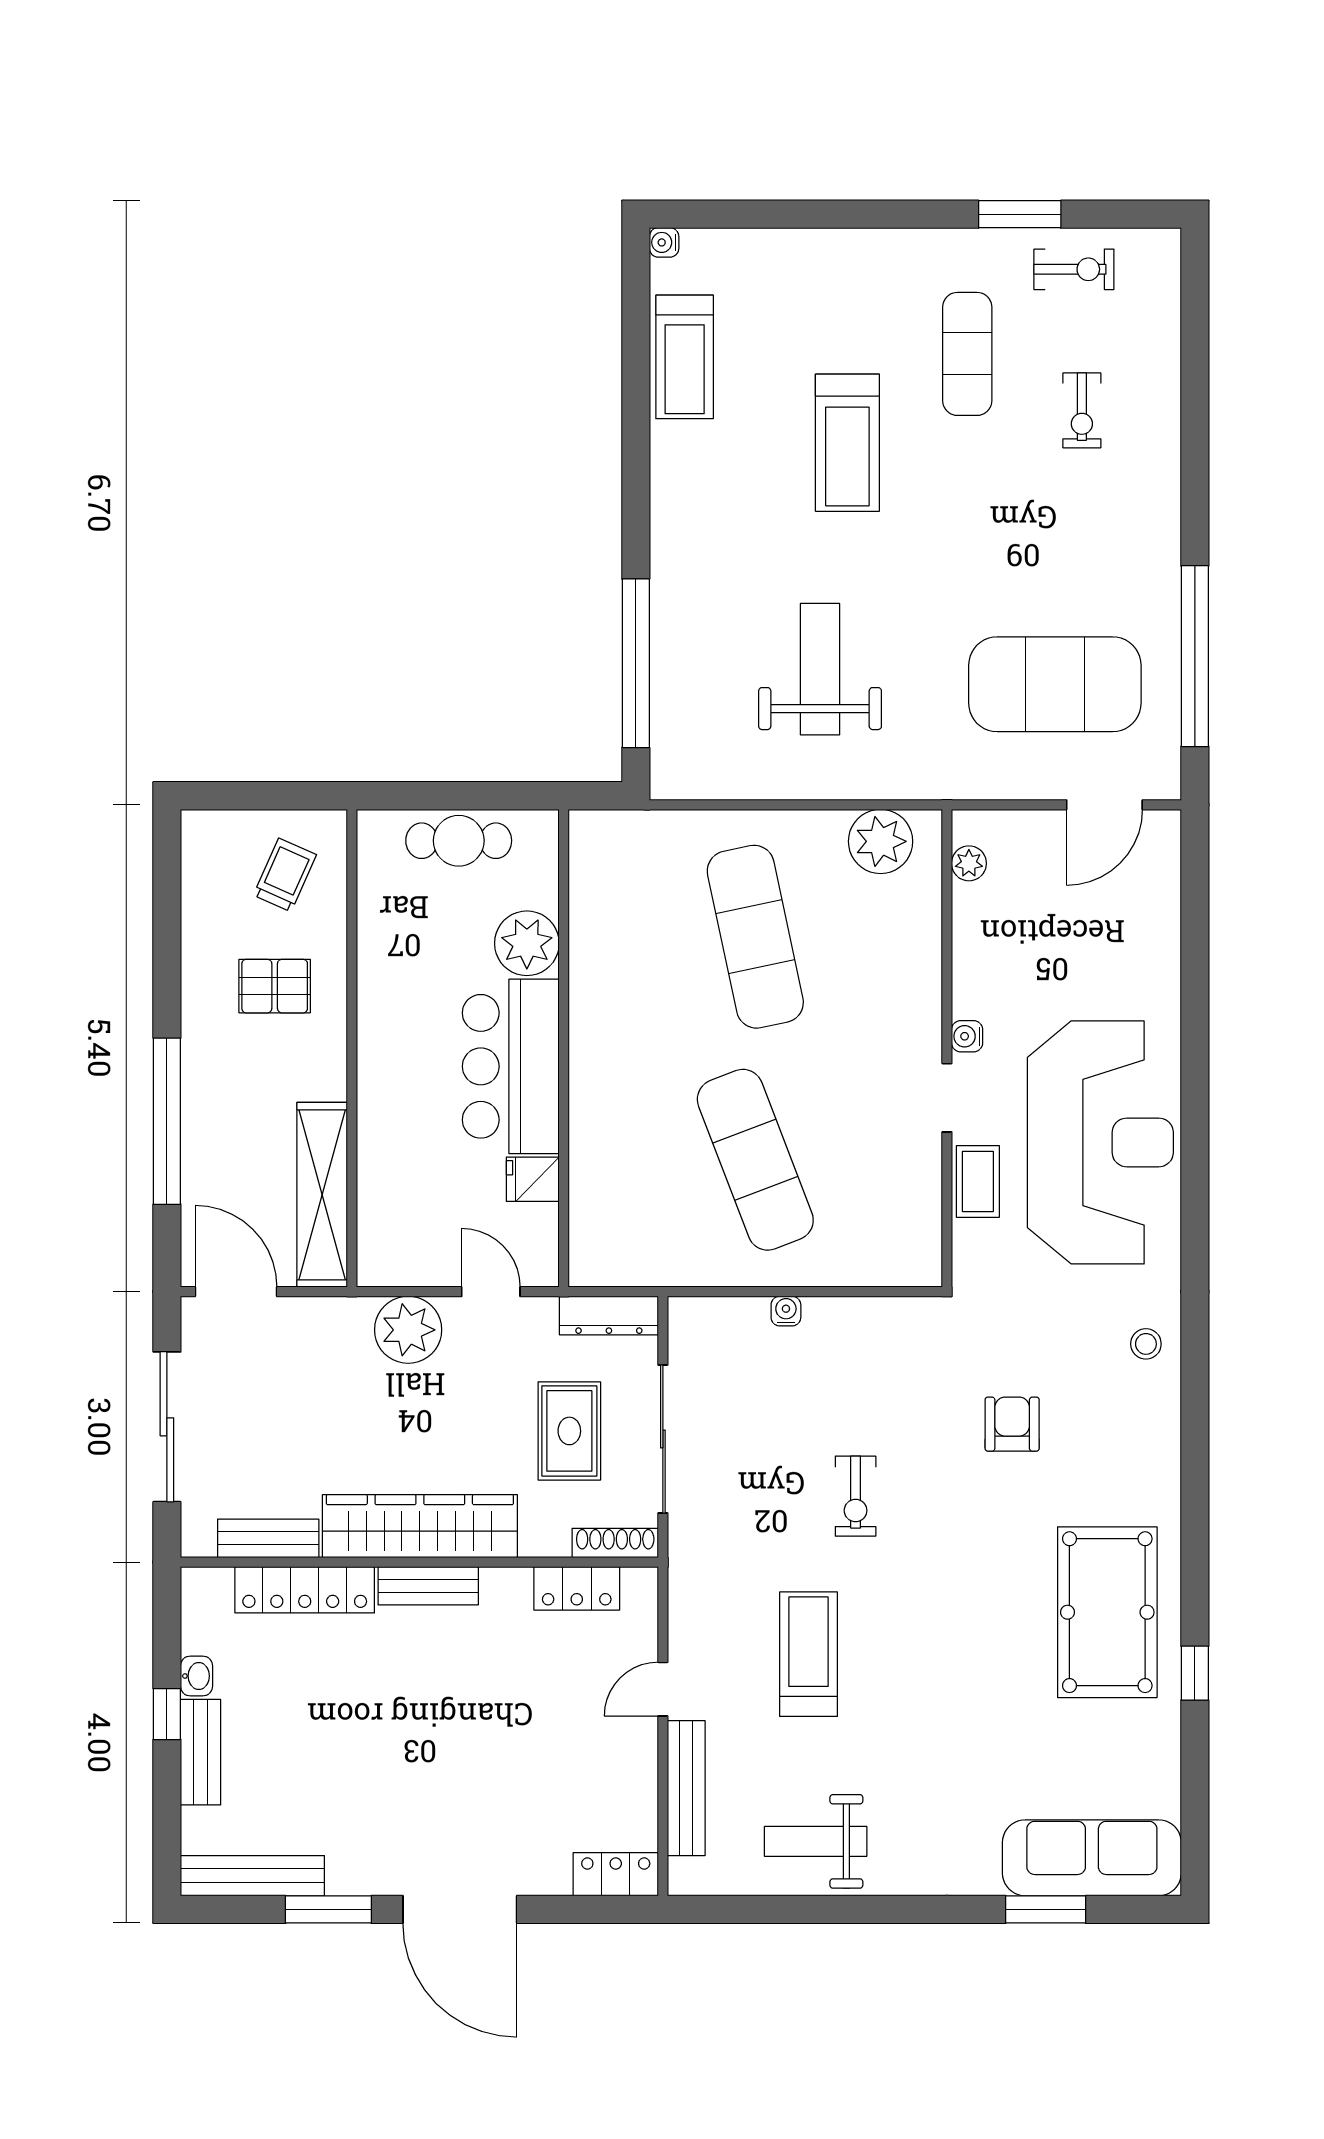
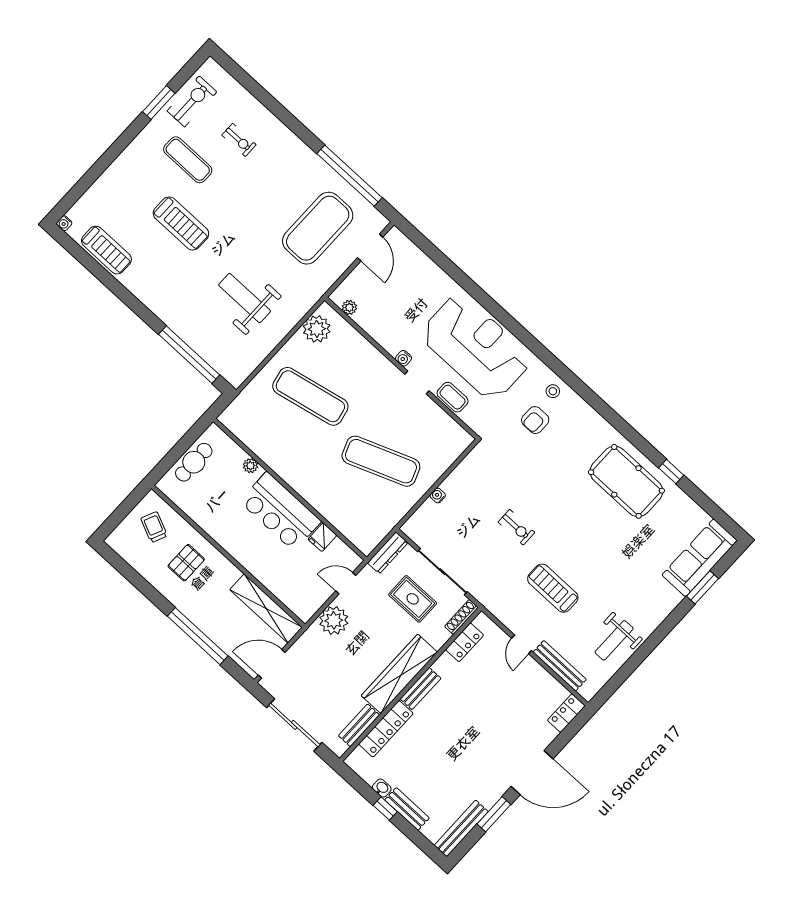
exercise bike: (1074, 269) -> (192, 101), width x1.38, depth x1.39
plant: (527, 943) -> (250, 466), width x0.53, depth x0.53
armchair: (1012, 1424) -> (535, 420), moved, turned -90

